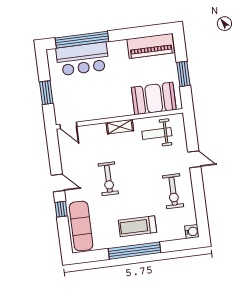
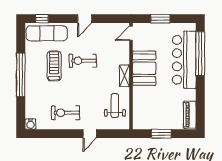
piano: (151, 46) -> (190, 115), width x0.73, depth x0.75
bar counter: (83, 59) -> (184, 60), width x1.36
booth: (154, 98) -> (144, 68), moved
window: (61, 209) -> (42, 19), moved
treadmill: (137, 226) -> (54, 66), moved

